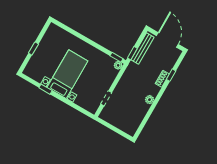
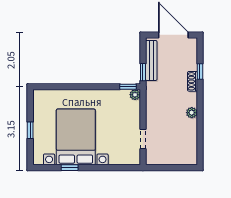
bed with nightstands: (67, 74) -> (76, 137), width x1.36

